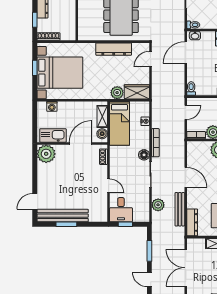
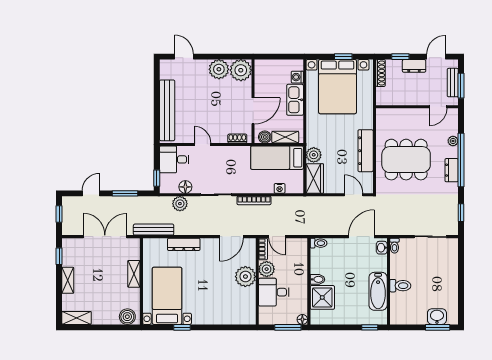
door: (186, 53) -> (361, 237), hinge flipped
door: (186, 112) -> (277, 237), moved
kitchen sink: (53, 135) -> (295, 100), moved, turned 180
door: (80, 143) -> (253, 111), hinge flipped
floor lamp: (144, 155) -> (185, 187), moved
plant: (45, 172) -> (219, 69), added
door: (186, 177) -> (231, 237), moved
door: (108, 186) -> (202, 144), swing flipped
bench: (180, 209) -> (154, 230), moved
bench: (63, 216) -> (167, 110), moved
dresser: (192, 222) -> (184, 244), moved
window: (66, 224) -> (157, 94), removed
window: (125, 224) -> (157, 178), moved

